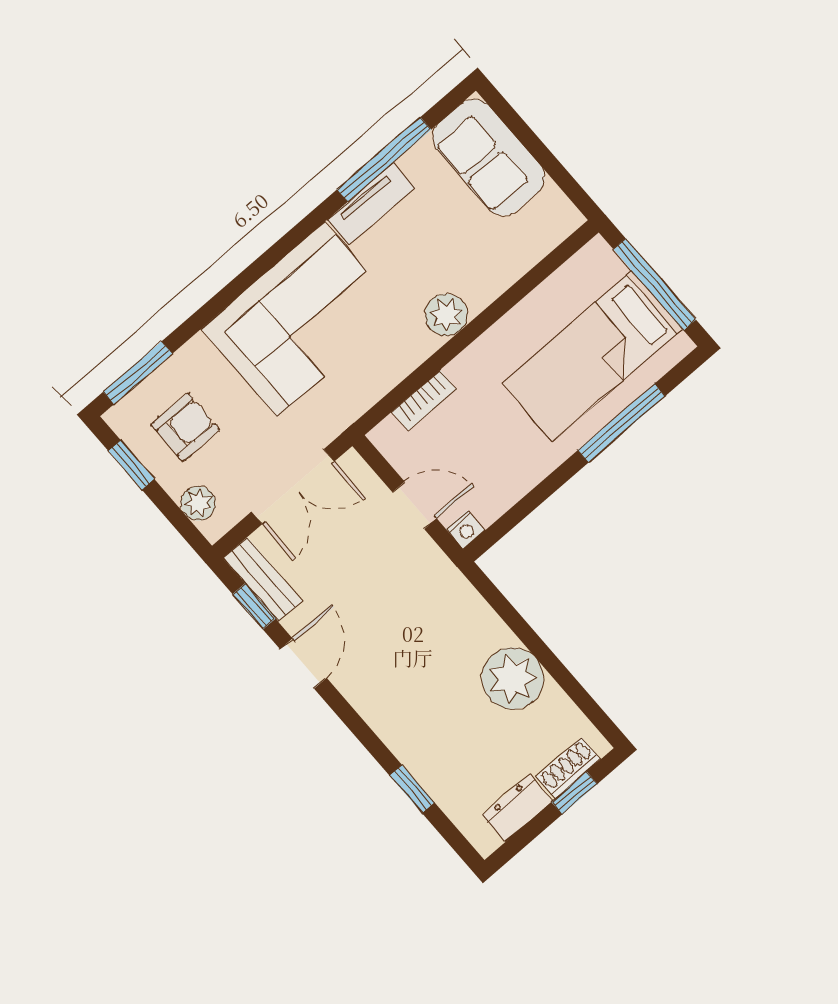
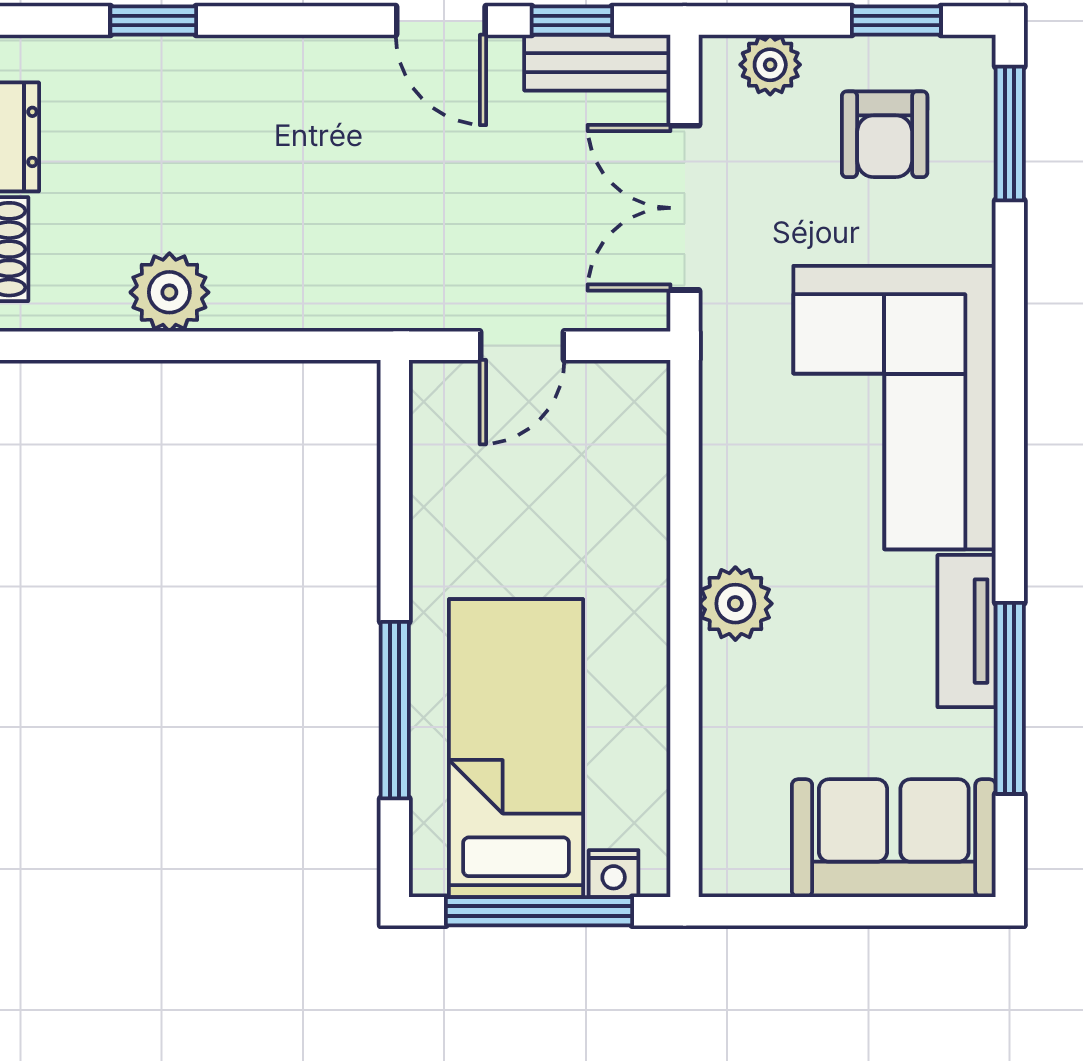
bookcase: (424, 401) -> (648, 477), removed
nightstand: (465, 530) -> (614, 874), moved, turned -90
plant: (513, 678) -> (169, 292), width x0.73, depth x0.73

